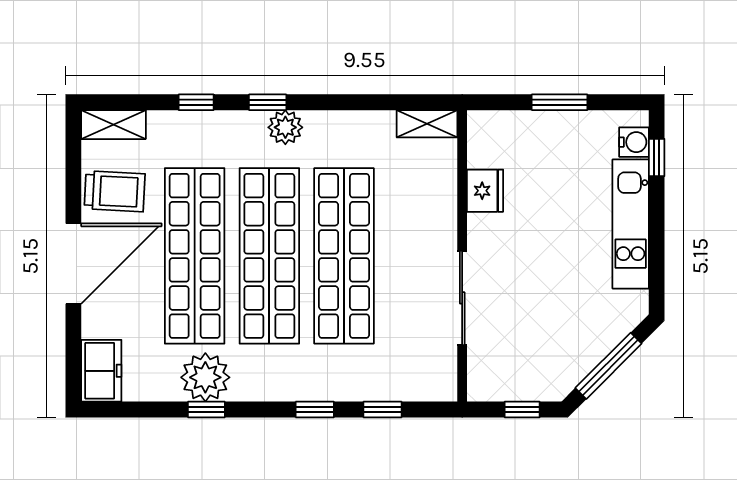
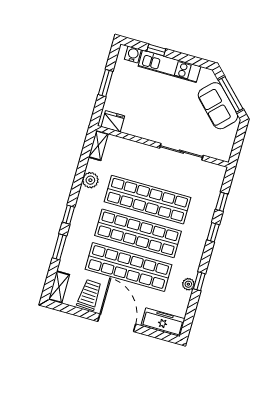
window: (196, 102) -> (59, 247), width x1.50
plant: (285, 127) -> (90, 180), moved
window: (657, 158) -> (156, 50), moved
fridge: (485, 191) -> (113, 121), moved
sofa: (578, 346) -> (218, 106), added
freezer: (101, 371) -> (163, 322), width x1.40
plant: (205, 377) -> (188, 284), width x0.53, depth x0.53
window: (522, 410) -> (239, 139), removed

